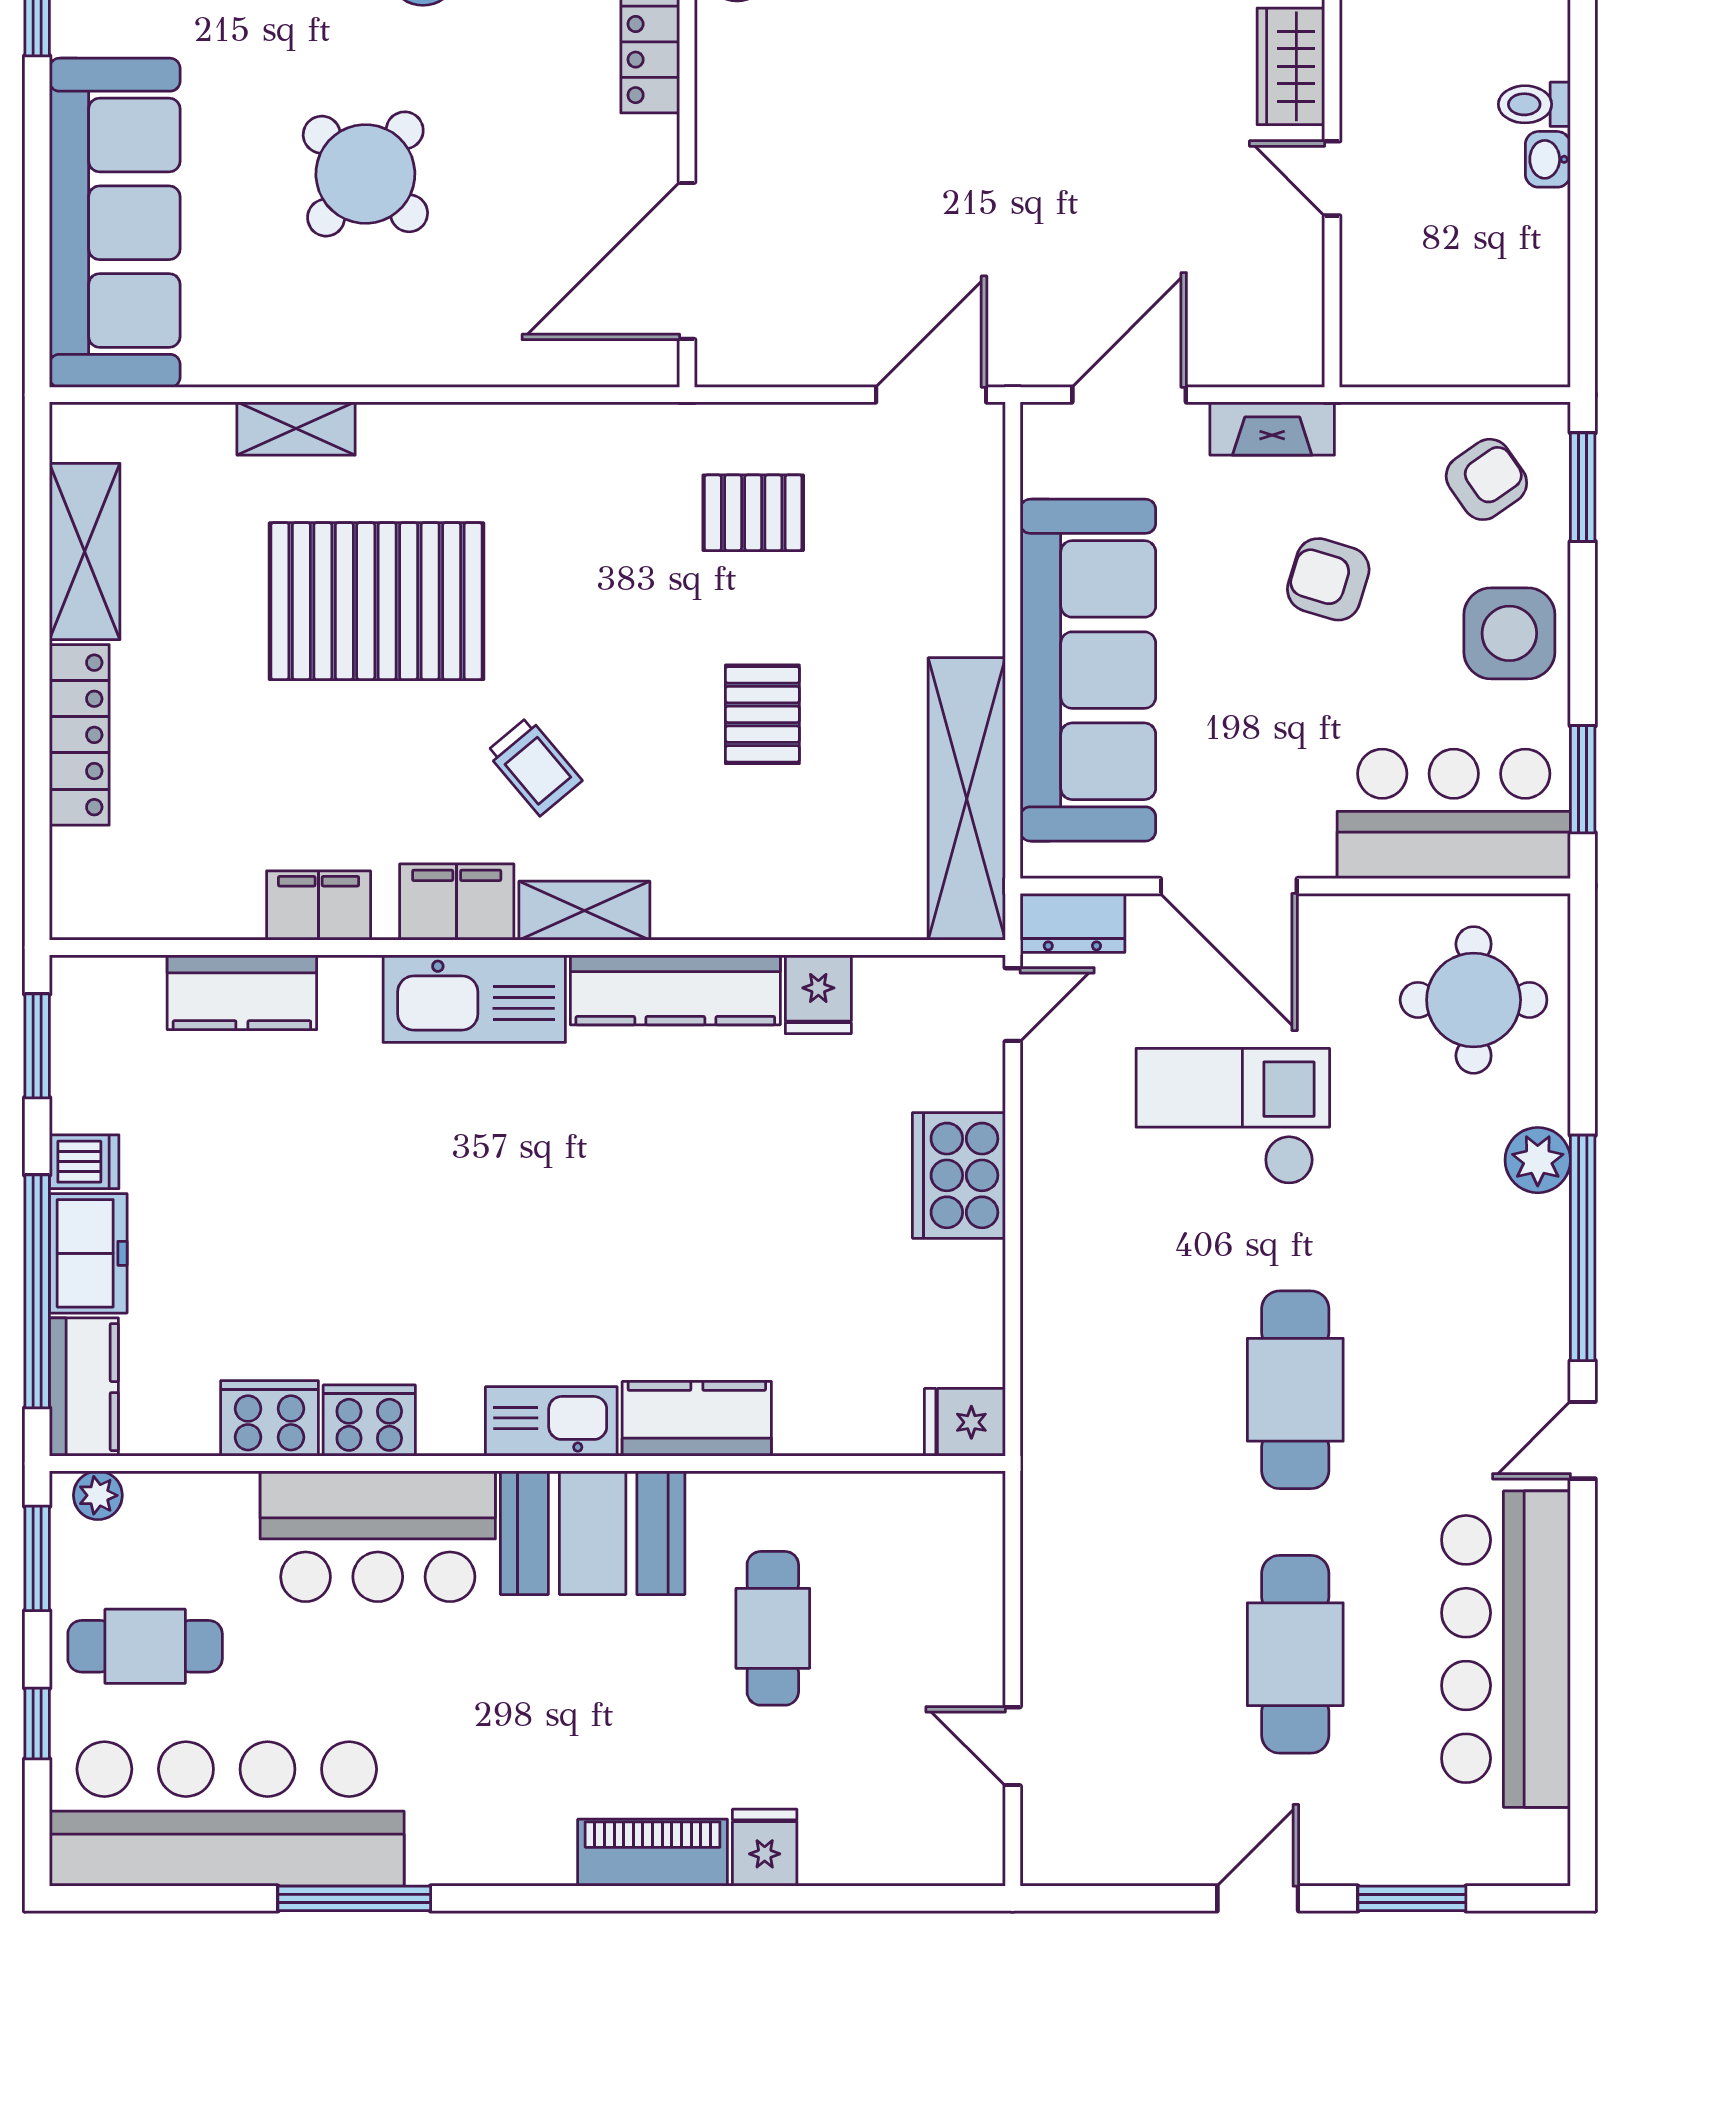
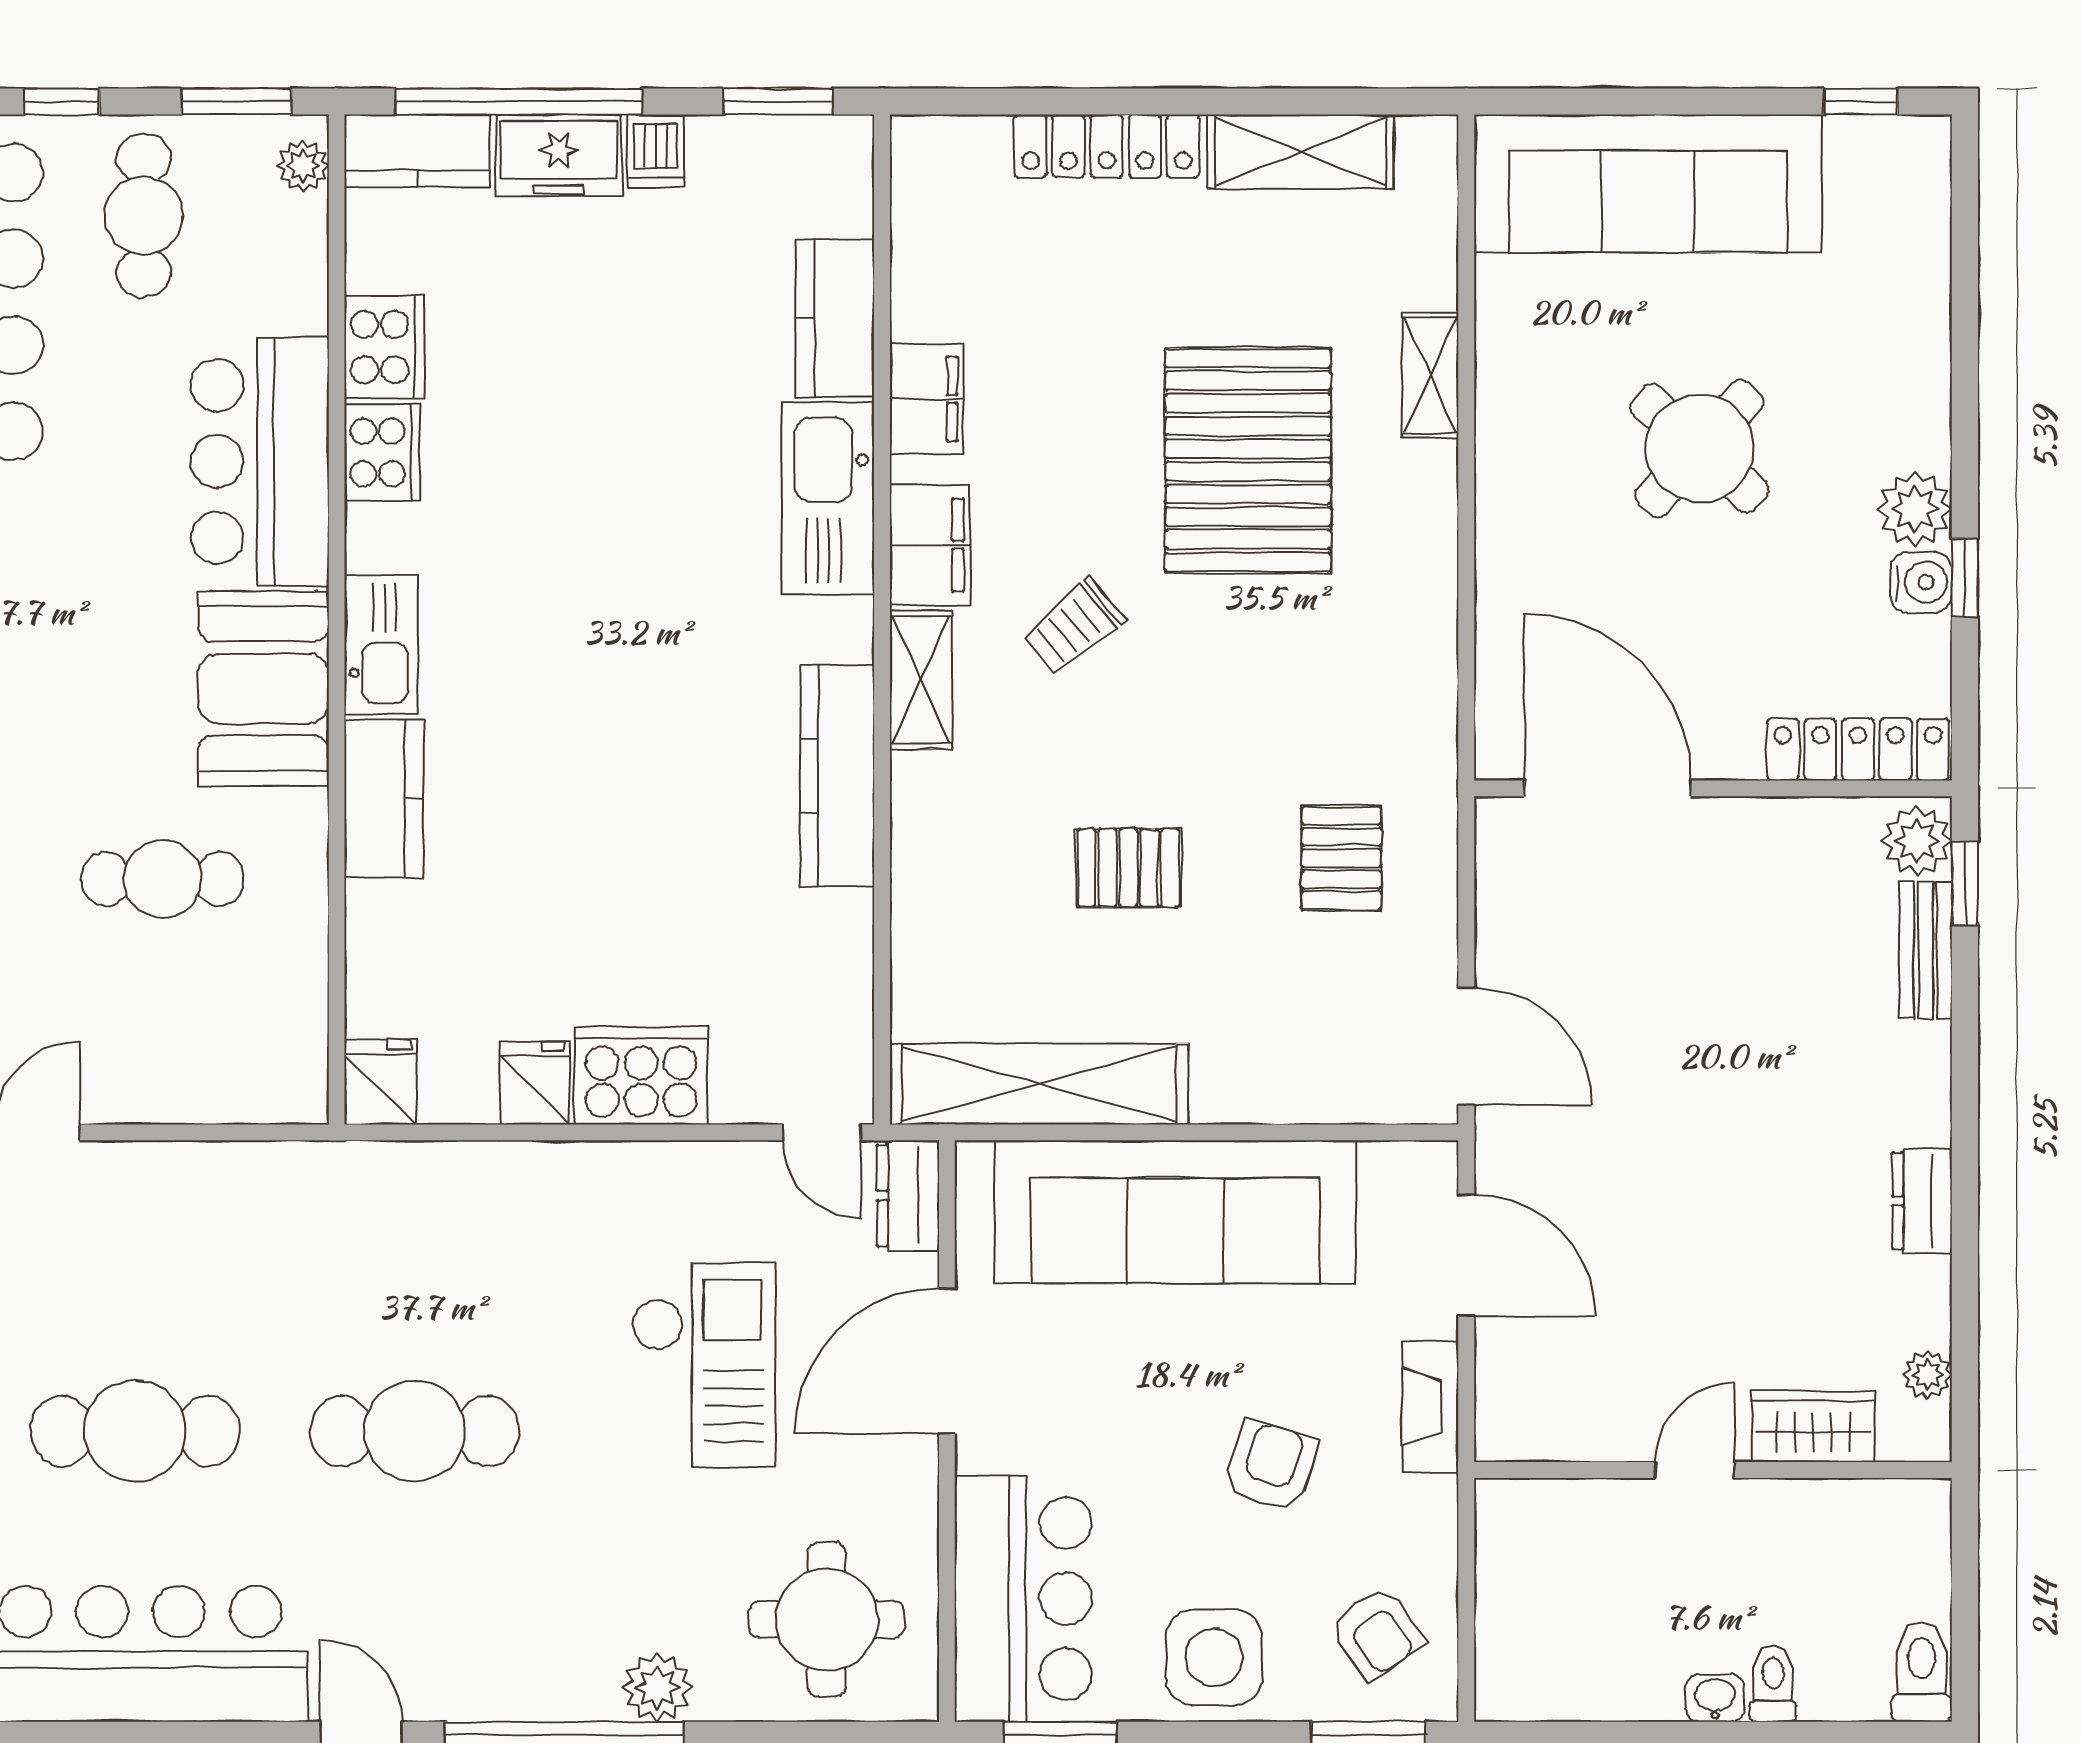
fridge: (818, 994) -> (535, 1083), moved, turned 90
kitchen sink: (474, 999) -> (828, 498), moved

